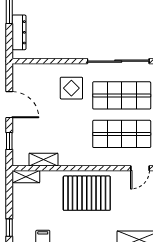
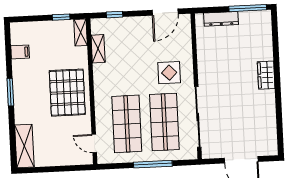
door: (9, 105) -> (165, 12), moved
window: (9, 228) -> (61, 17), moved

